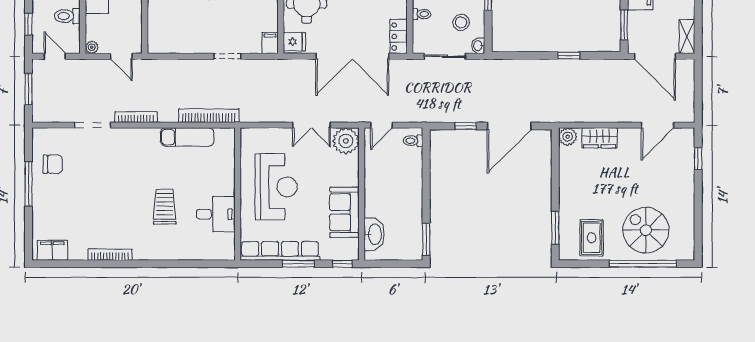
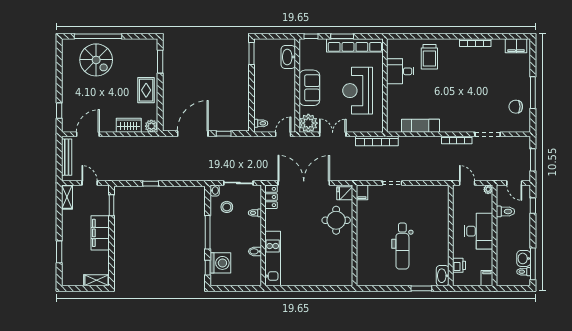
door: (655, 56) -> (90, 183), width x0.53
bench: (688, 93) -> (67, 157), added
bookcase: (209, 116) -> (377, 141), moved
trolley: (165, 207) -> (429, 57), moved
sofa: (344, 212) -> (309, 88), moved
rug: (592, 238) -> (146, 90), moved

